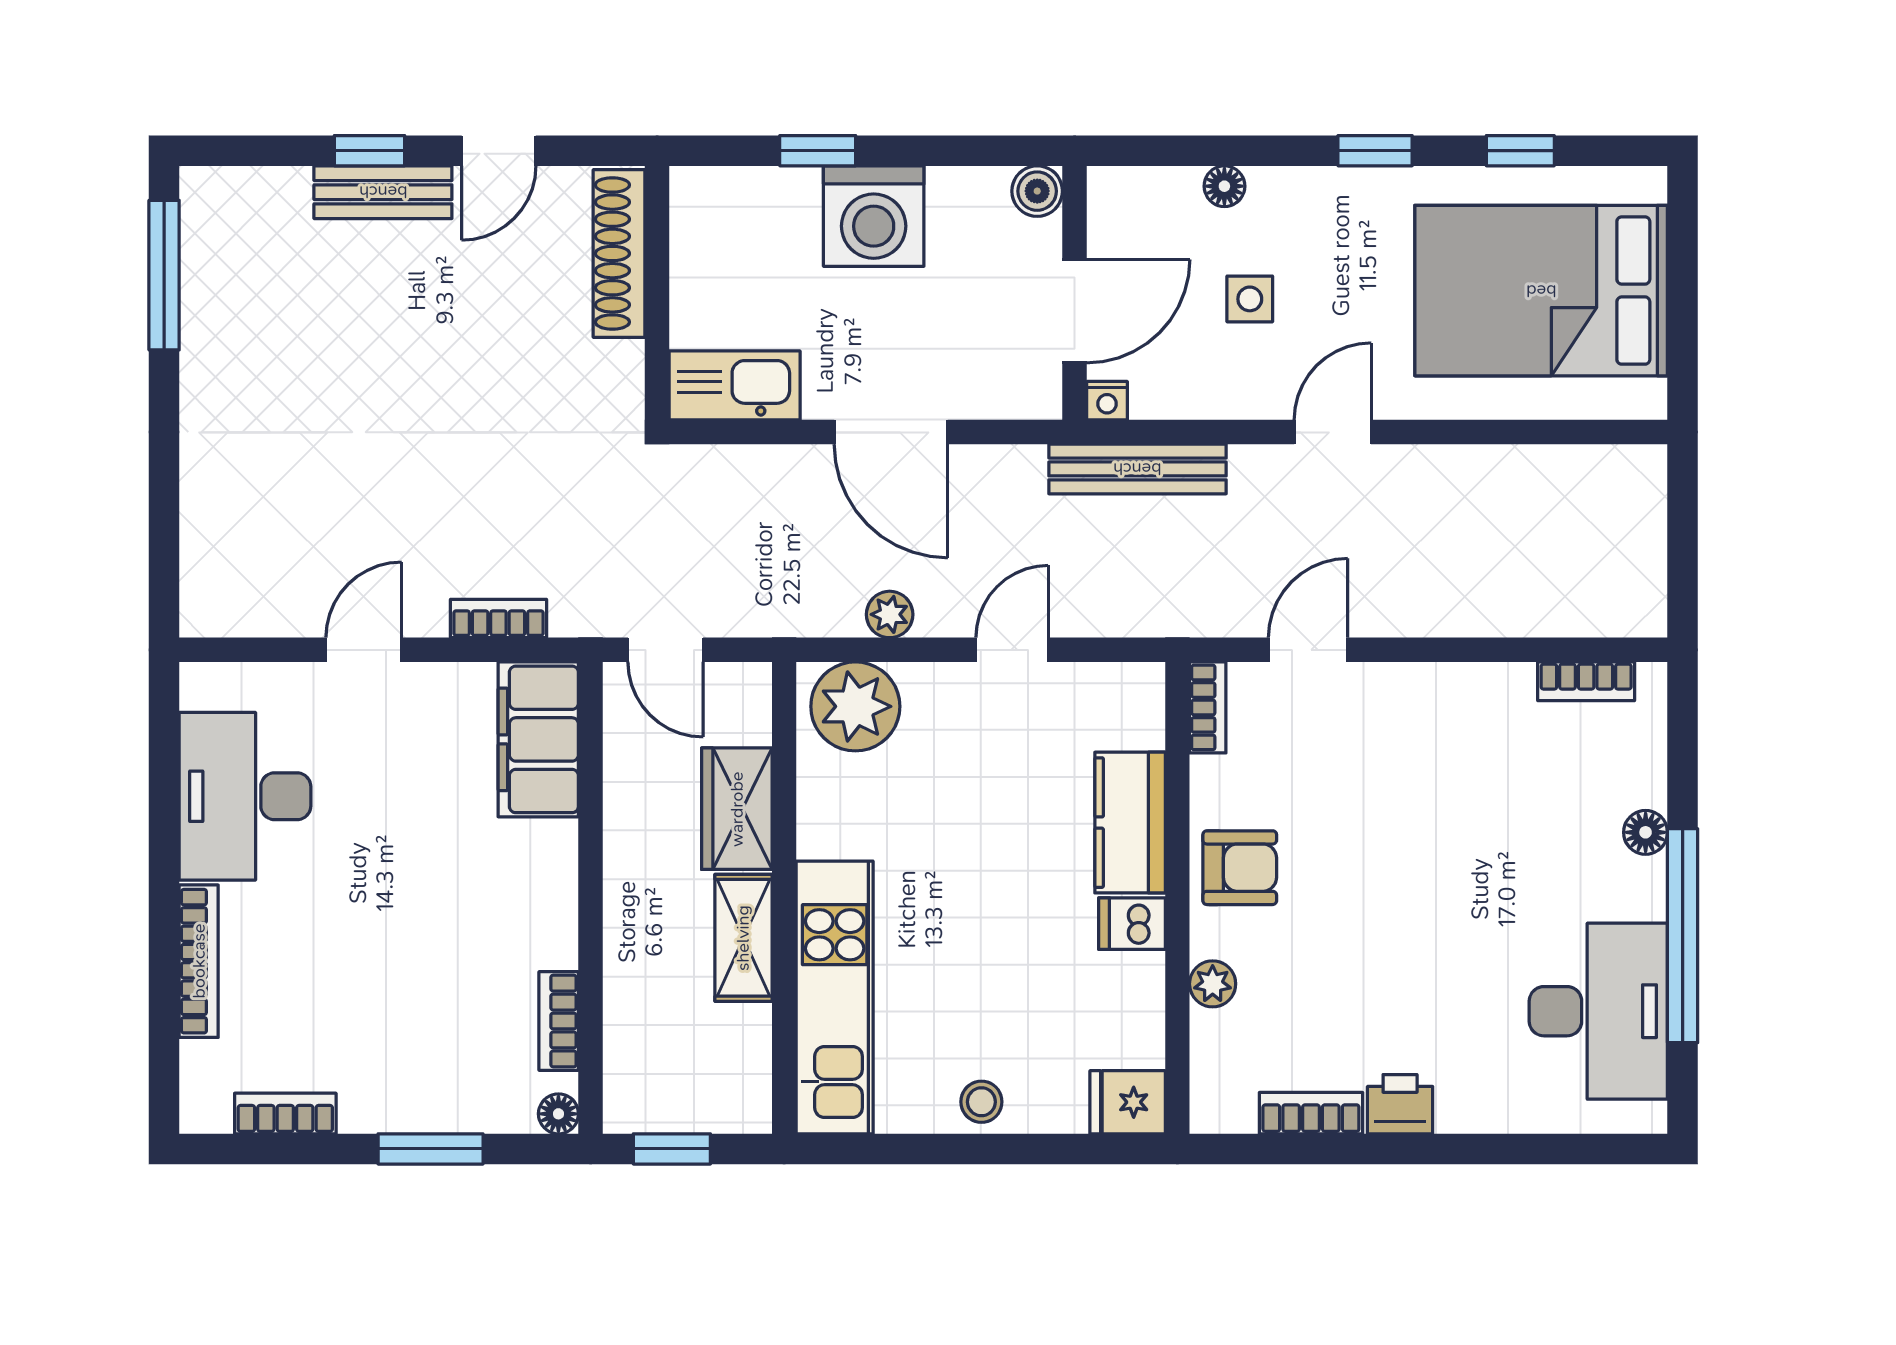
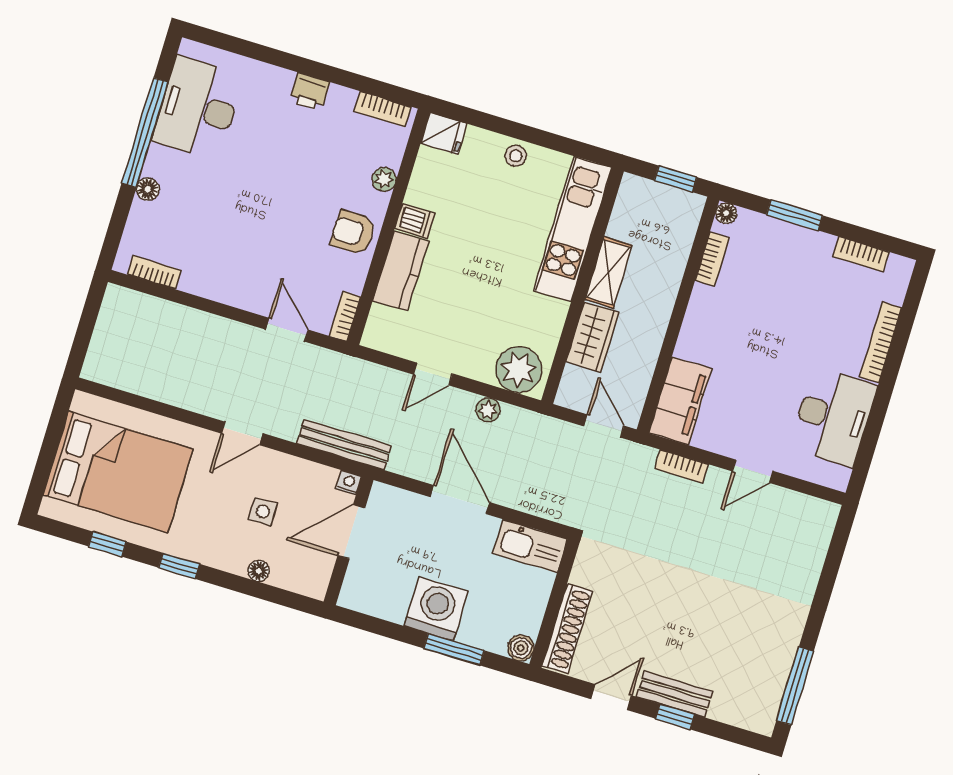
window: (818, 151) -> (454, 649), width x1.50
boiler: (1037, 191) -> (521, 648), moved
door: (1308, 650) -> (287, 330), swing flipped
bookcase: (1311, 1113) -> (382, 109), moved

